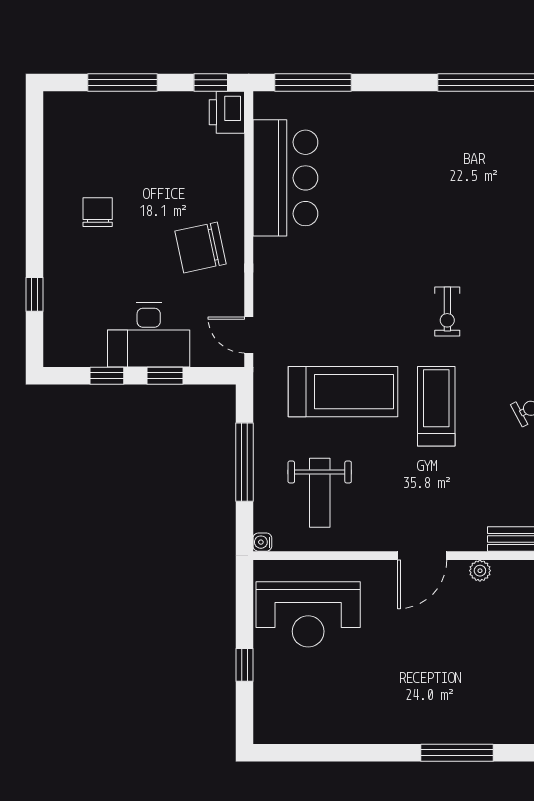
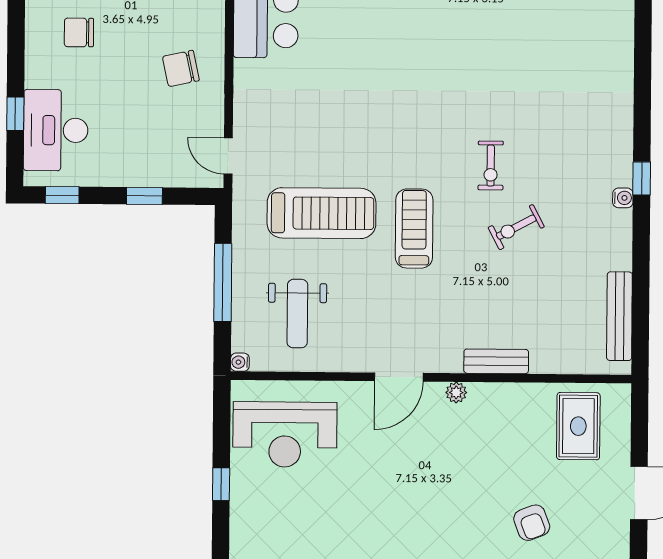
chair: (98, 212) -> (79, 32), turned -90
chair: (200, 247) -> (181, 68), width x0.73, depth x0.73
exercise bike: (447, 311) -> (491, 165), moved
desk: (149, 335) -> (56, 130), moved, turned 90
window: (107, 376) -> (62, 195), moved

